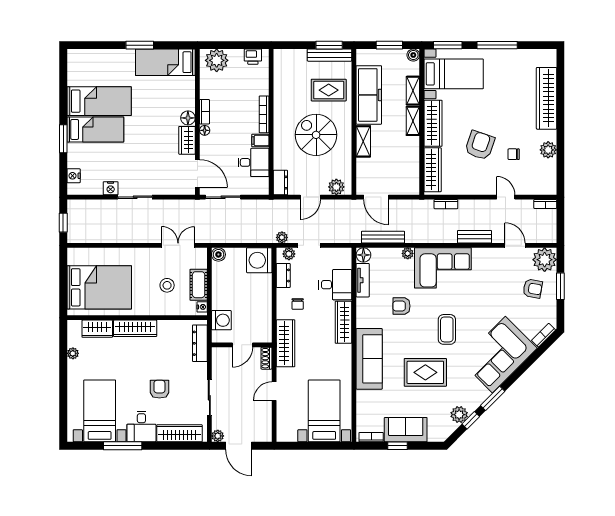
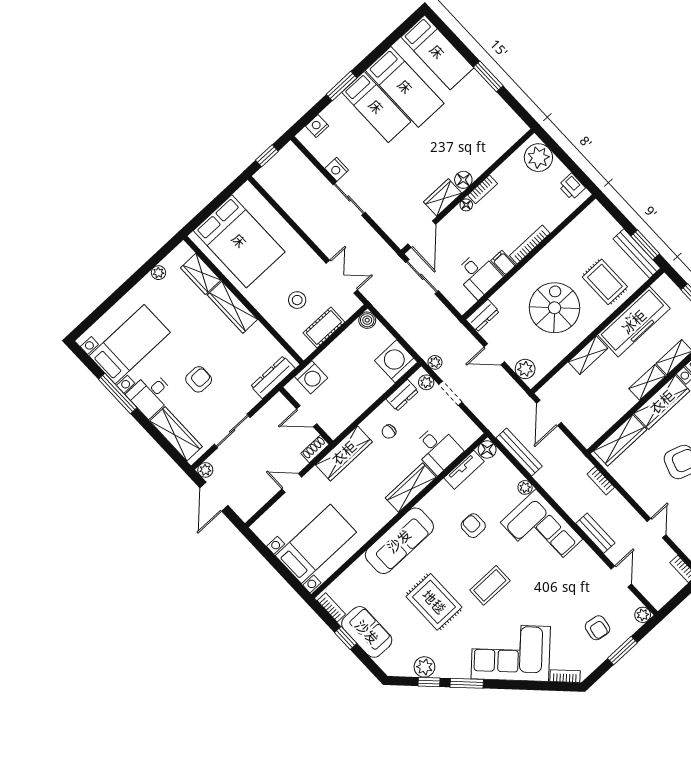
bed: (165, 62) -> (437, 52), moved, turned 180
plant: (545, 260) -> (643, 615), width x0.53, depth x0.53
nightstand: (202, 307) -> (307, 349), removed

